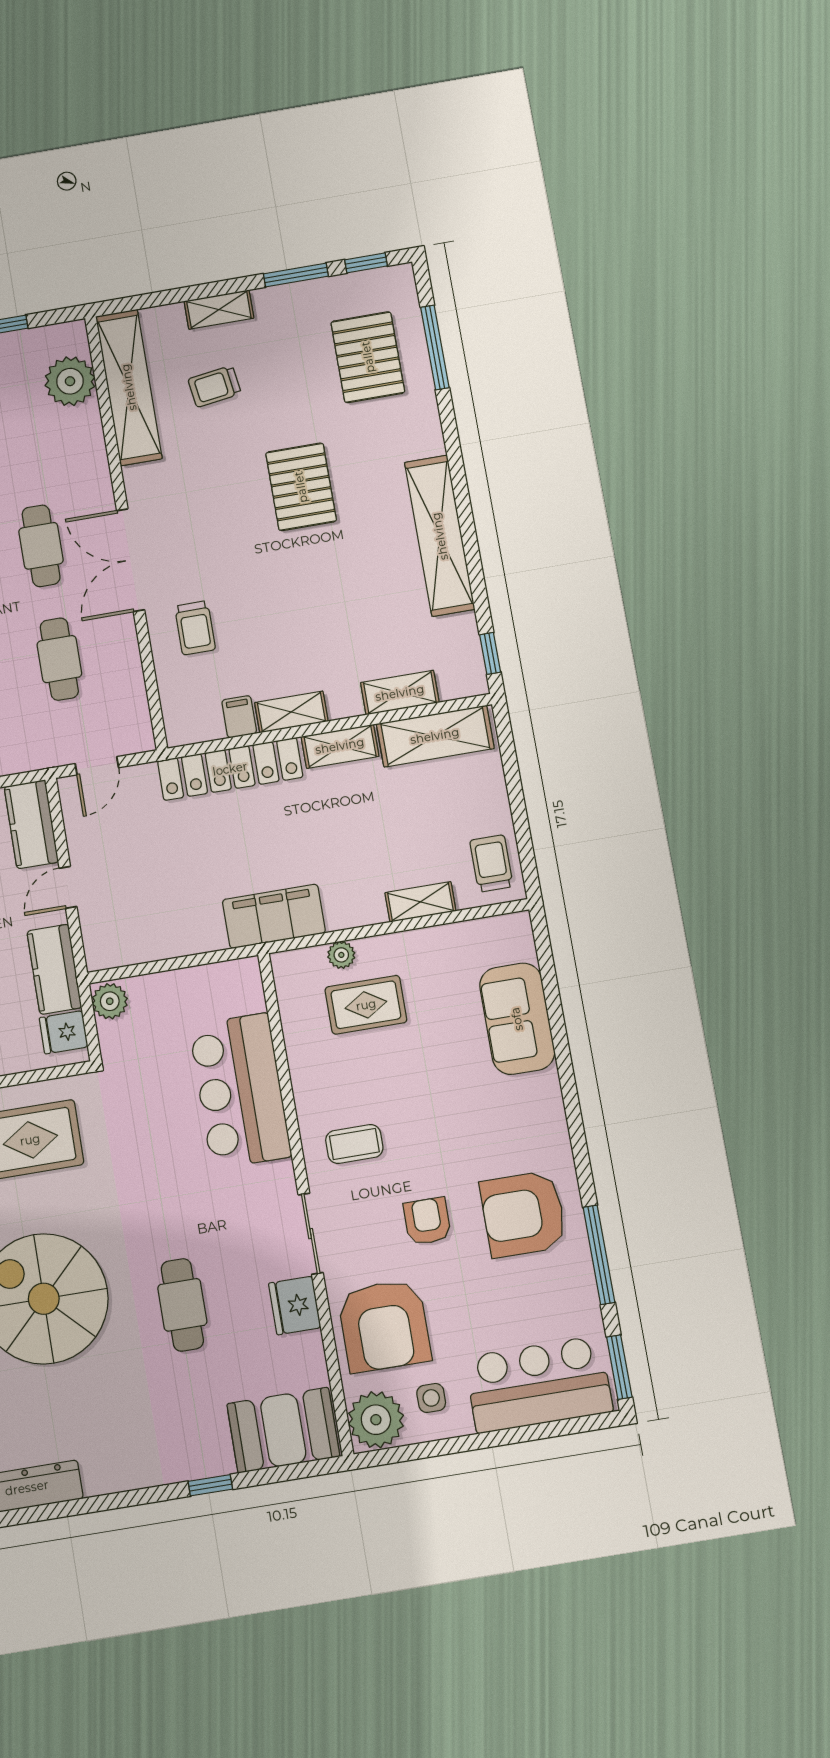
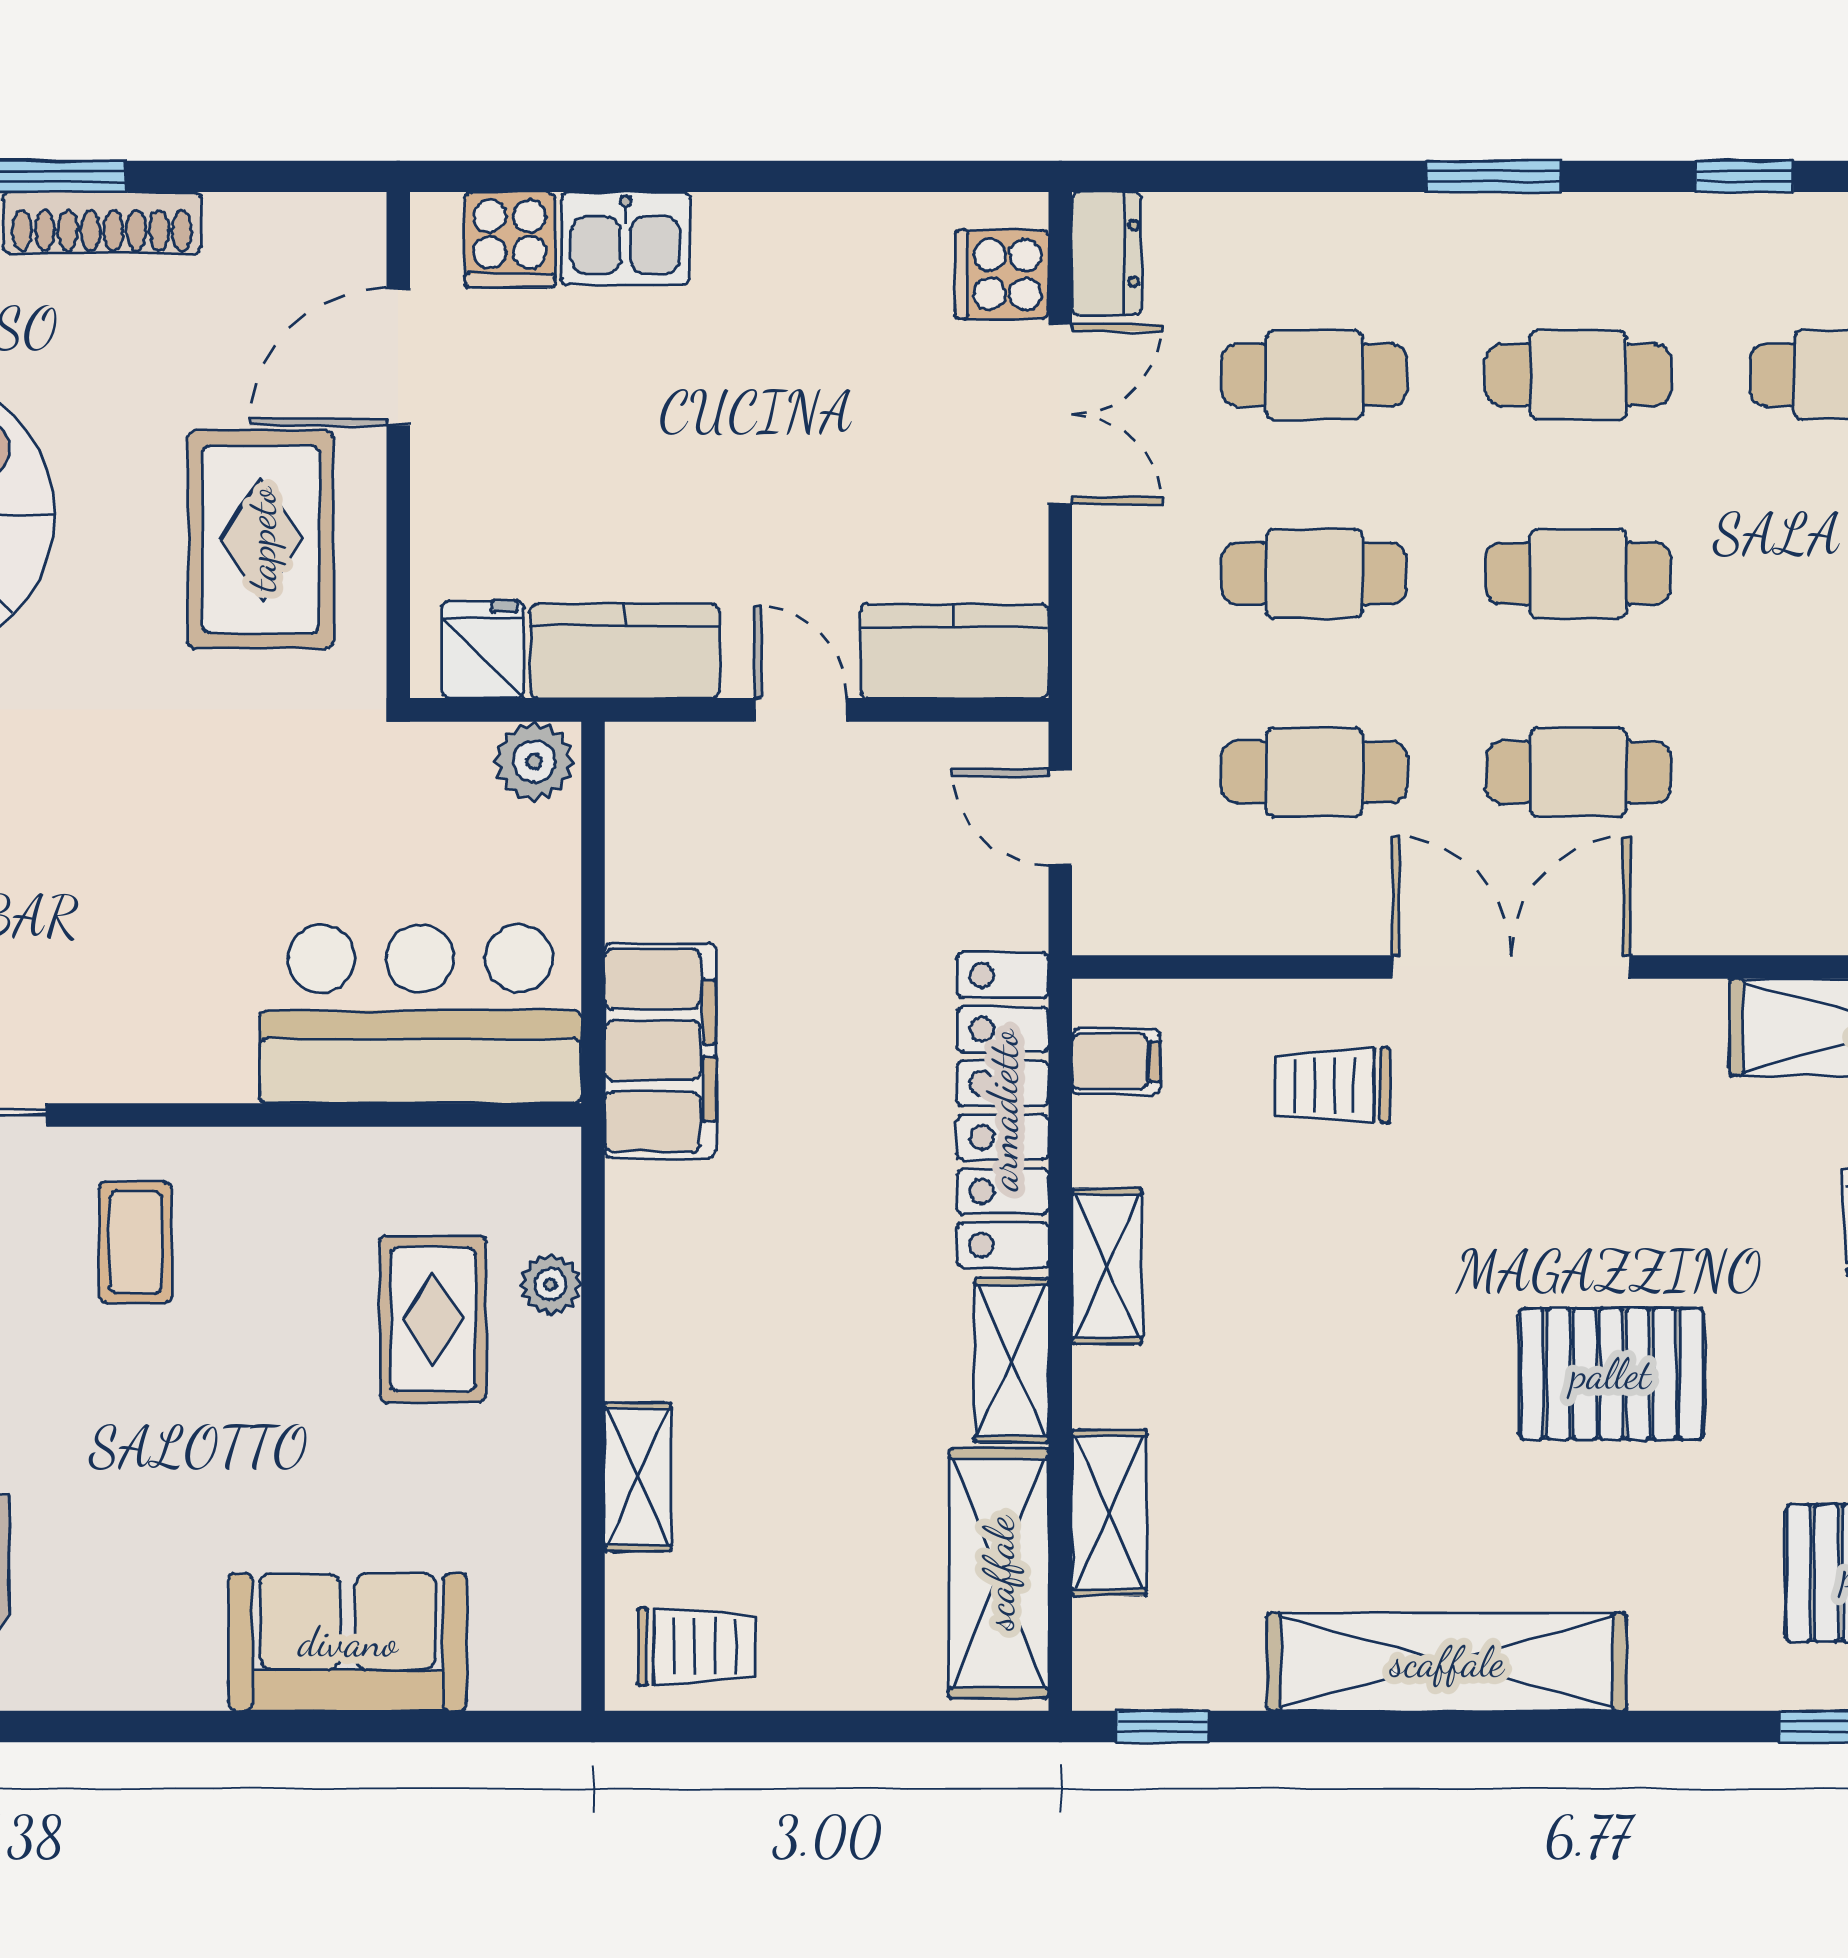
filing cabinet: (239, 717) -> (1116, 1062), moved
filing cabinet: (274, 916) -> (660, 1050), moved
bar counter: (240, 1091) -> (420, 1014), moved

